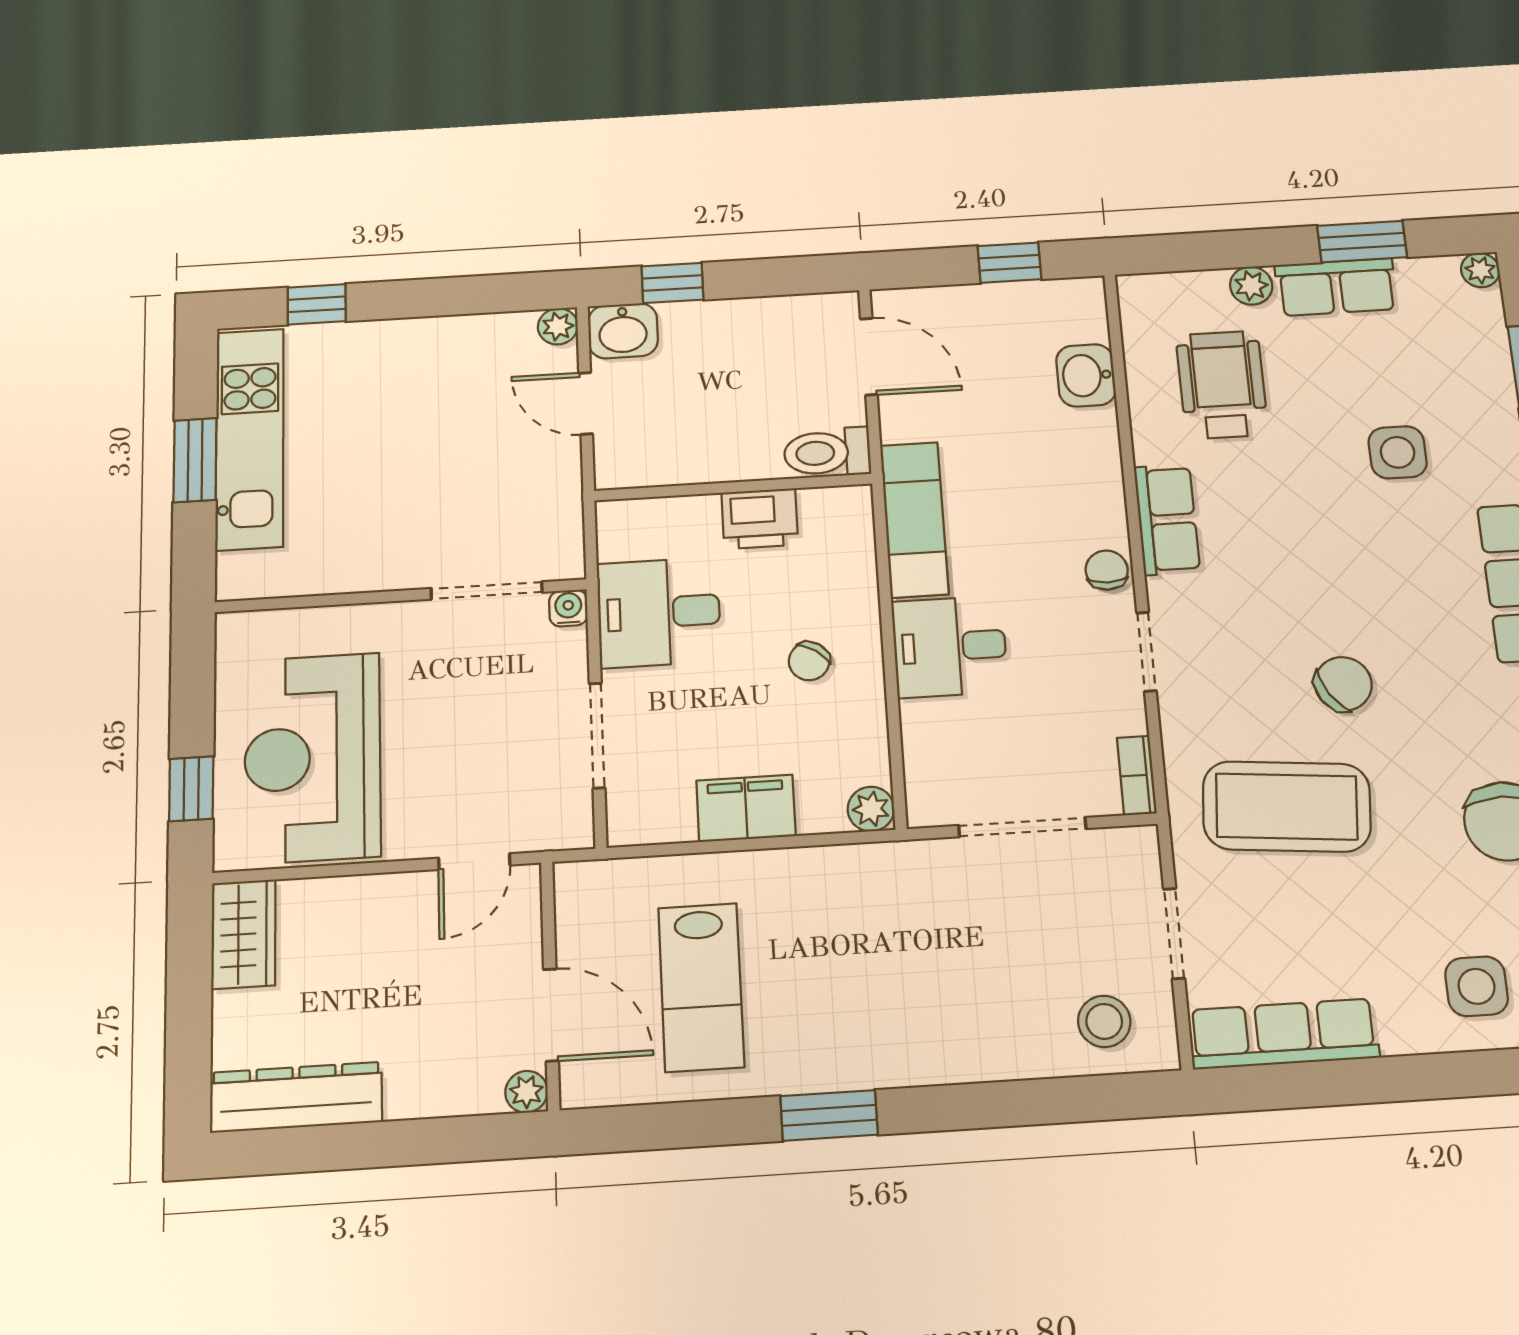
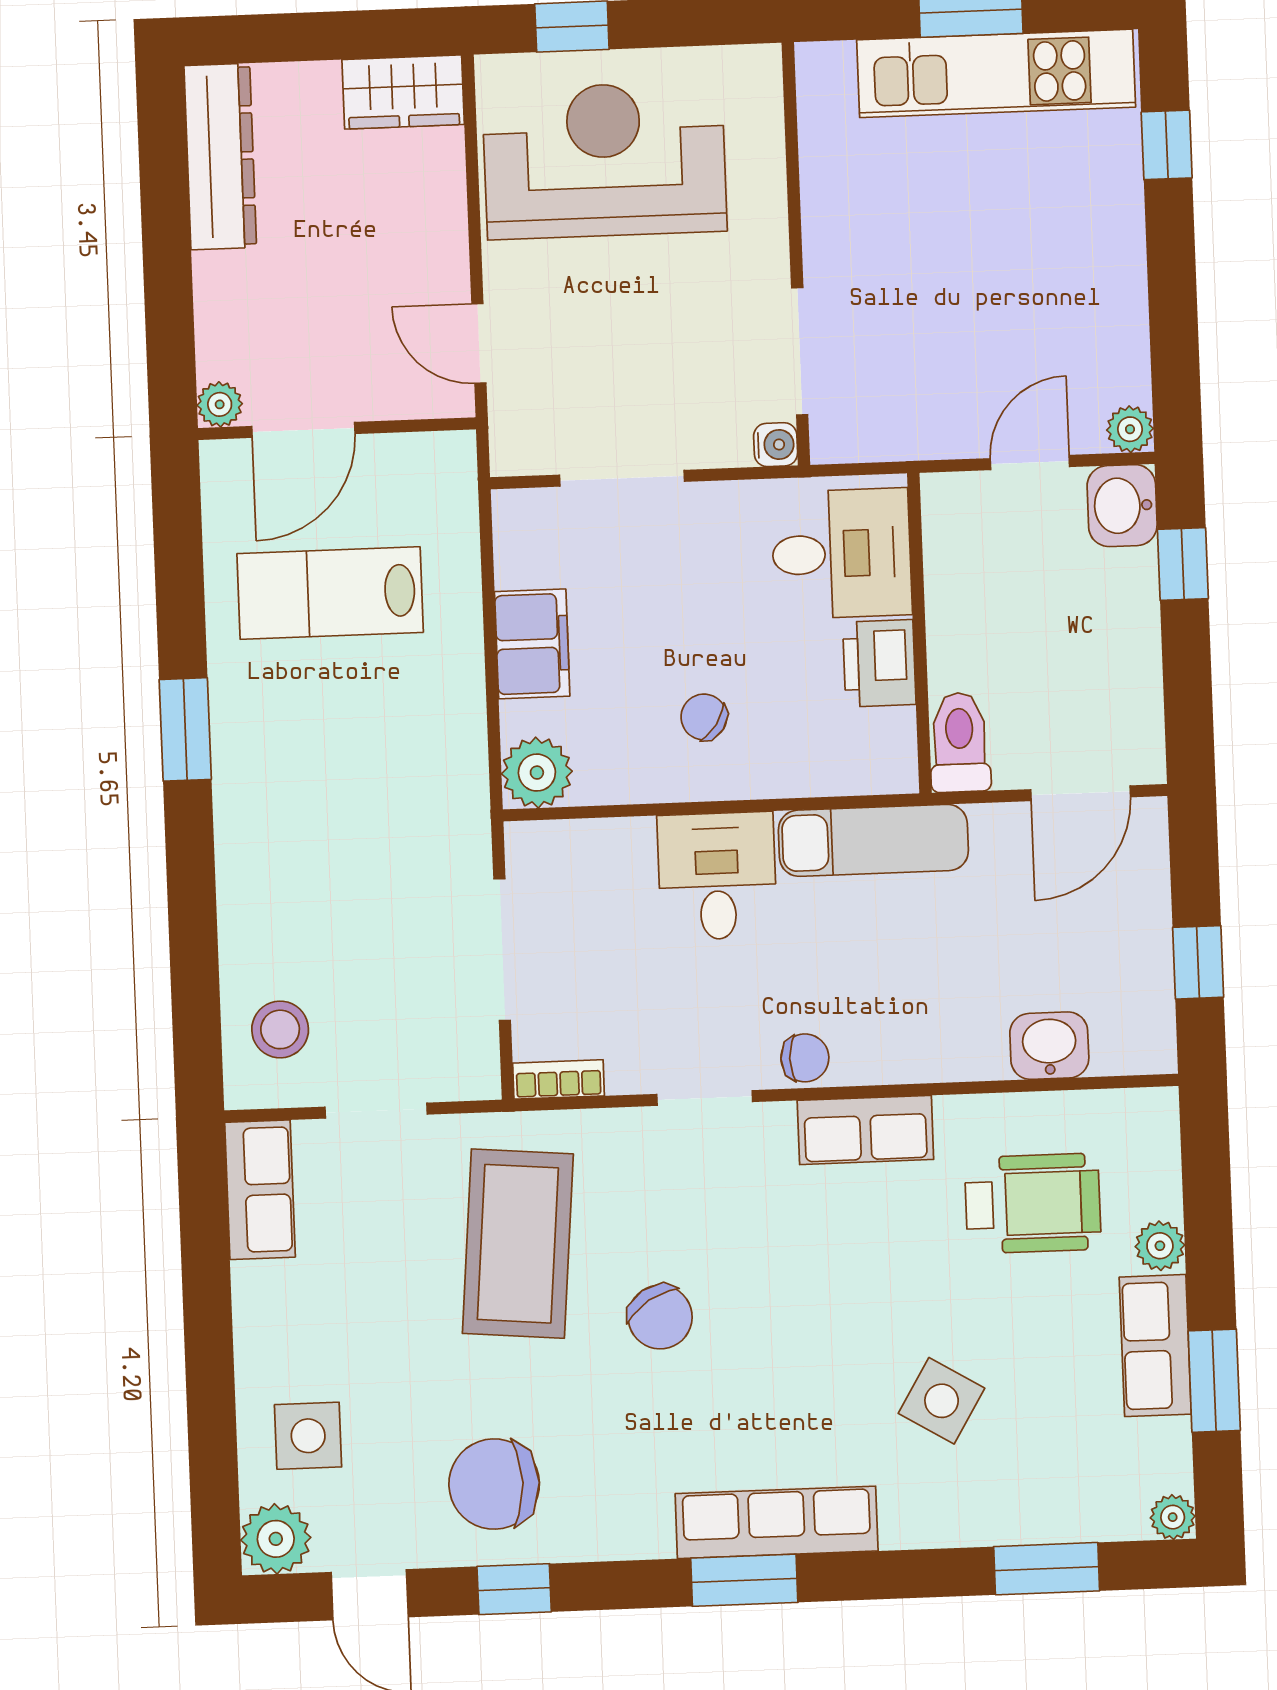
side table: (1398, 452) -> (942, 1401), turned 31
desk: (659, 612) -> (842, 554), moved, turned 90
plant: (871, 809) -> (537, 773), width x1.38, depth x1.38
row of seats: (1283, 1034) -> (260, 1190), width x0.68

